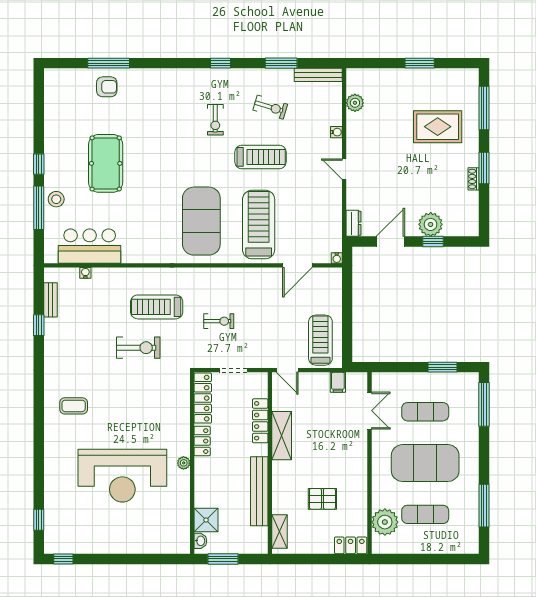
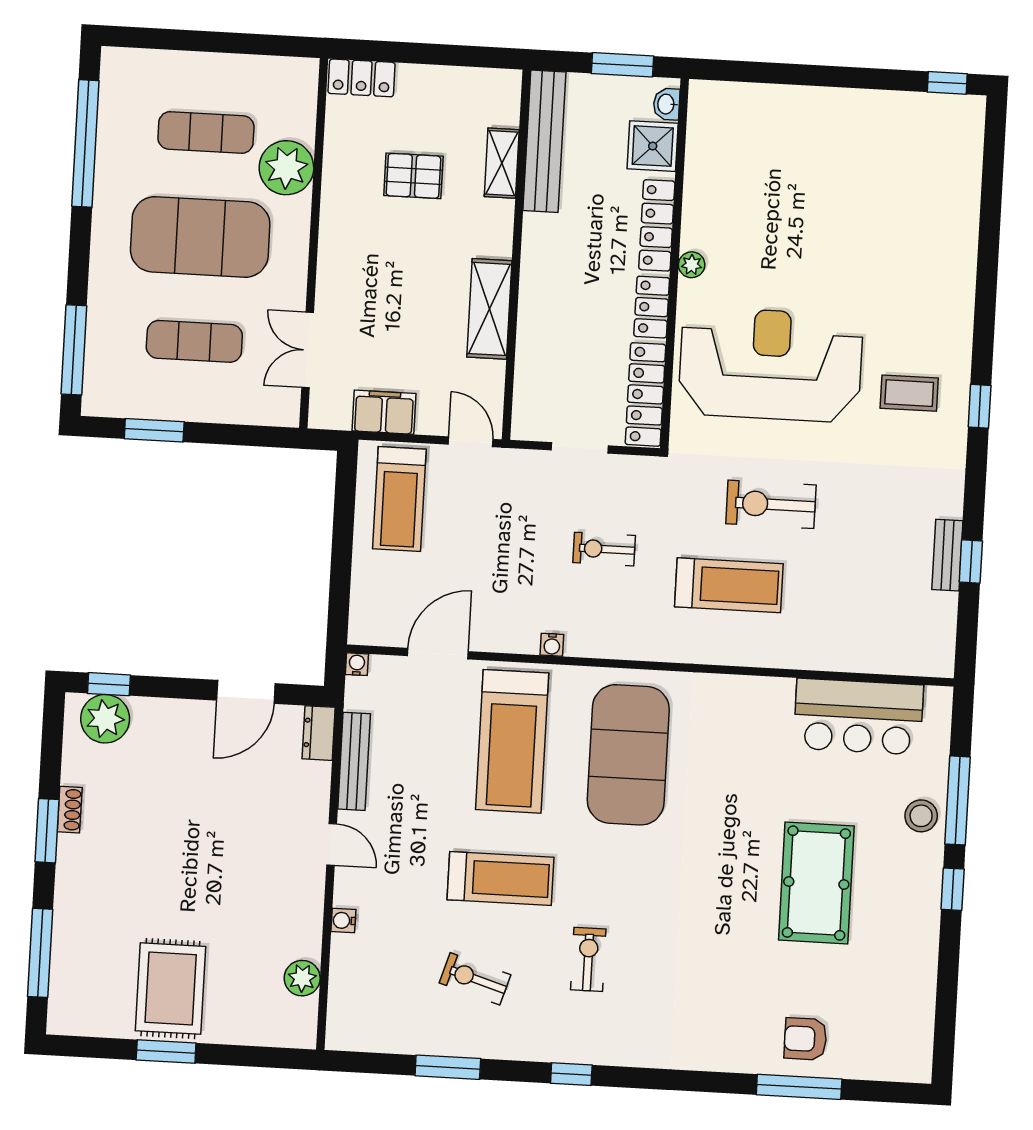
bench: (318, 75) -> (354, 761), moved, turned 90
rug: (438, 127) -> (171, 989), moved, turned 90
treadmill: (261, 157) -> (501, 879), turned 180
plant: (431, 224) -> (105, 719), moved
window: (433, 241) -> (109, 684), moved
water cooler: (85, 273) -> (552, 645), moved
bench: (50, 300) -> (947, 555), moved
filing cabinet: (338, 382) -> (384, 412), width x2.00
locker: (260, 421) -> (657, 225), moved, turned 180
reception desk: (122, 476) -> (771, 365), moved
bench: (259, 491) -> (544, 141), moved
window: (484, 506) -> (85, 143), width x1.46
window: (39, 520) -> (980, 406), moved
plant: (385, 522) -> (286, 168), moved
shelving: (279, 531) -> (502, 163), moved

